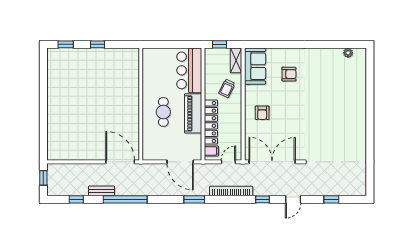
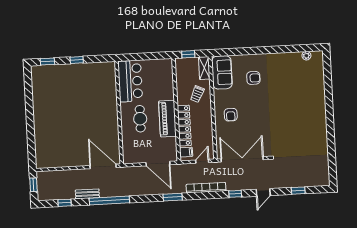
bar counter: (189, 70) -> (130, 81), moved, turned 180

